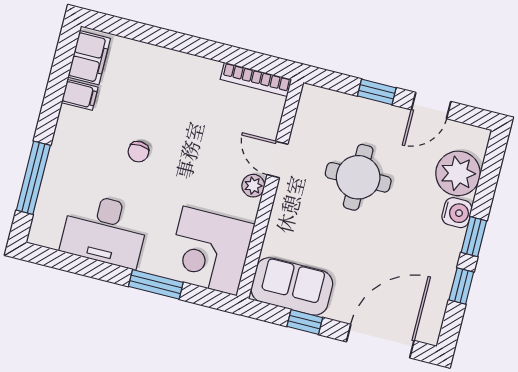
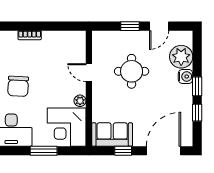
bookcase: (256, 79) -> (30, 35), moved, width x0.64
chair: (138, 152) -> (18, 86), width x1.87, depth x1.87
plant: (253, 186) -> (80, 101), moved

